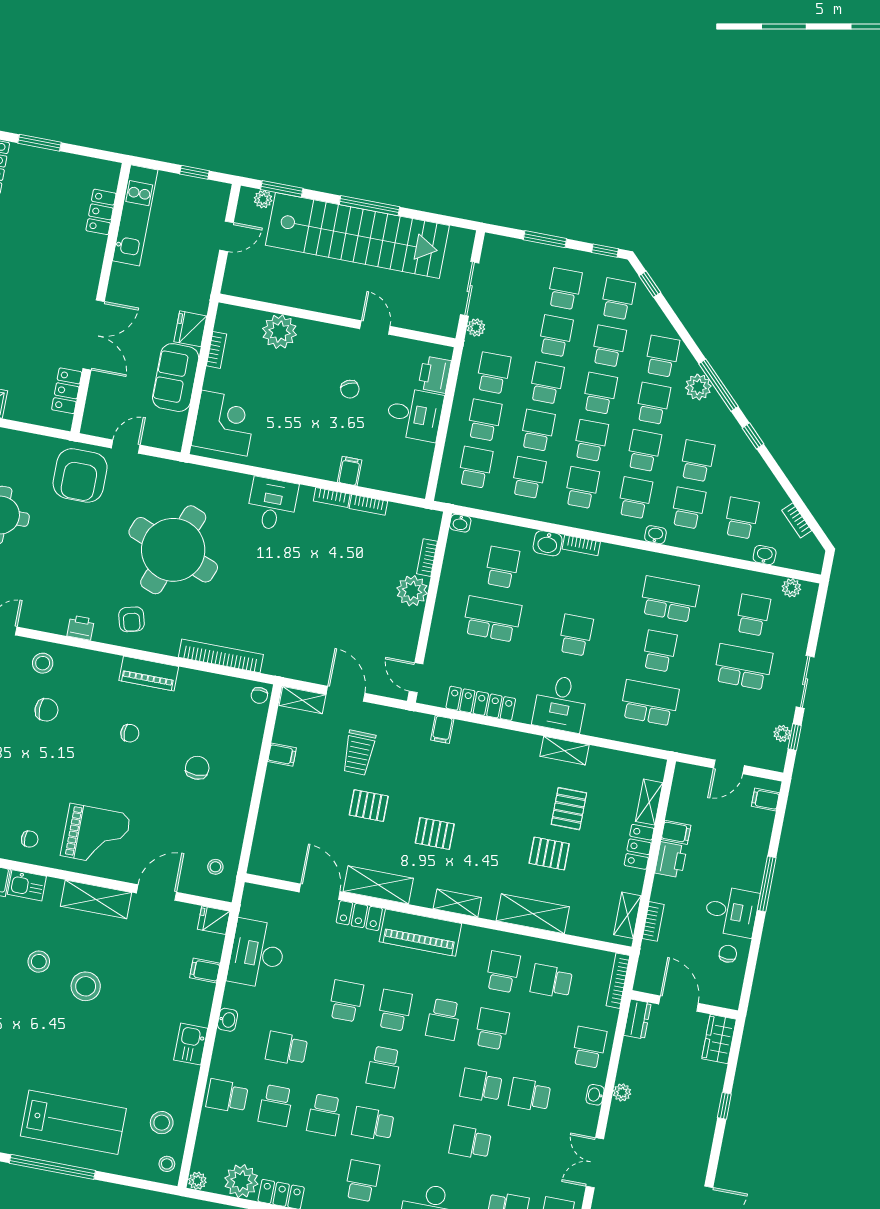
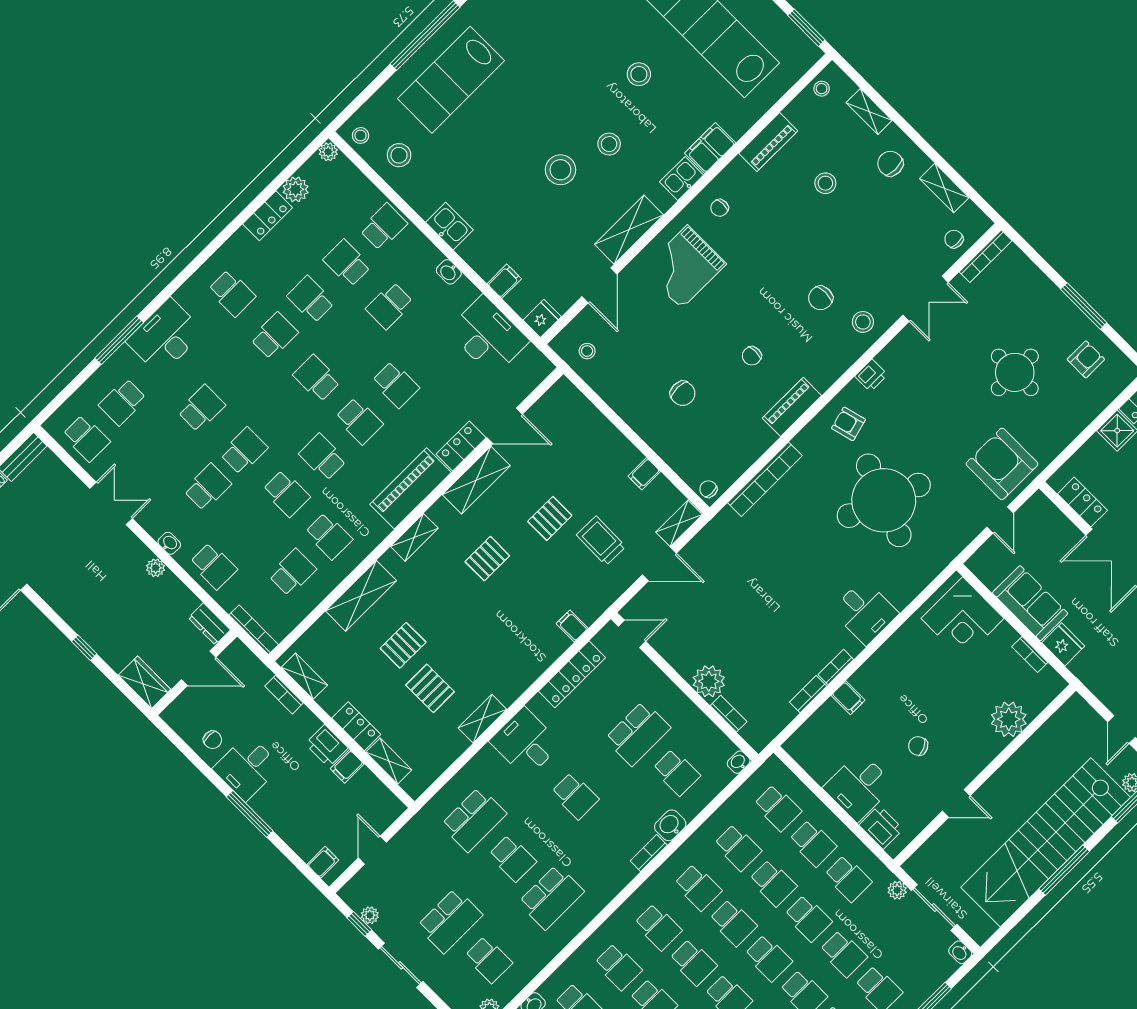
washbasin: (655, 535) -> (960, 952), moved, turned 90
school desk: (286, 1049) -> (390, 306), turned 180
plant: (241, 1181) -> (296, 189), width x0.73, depth x0.73

